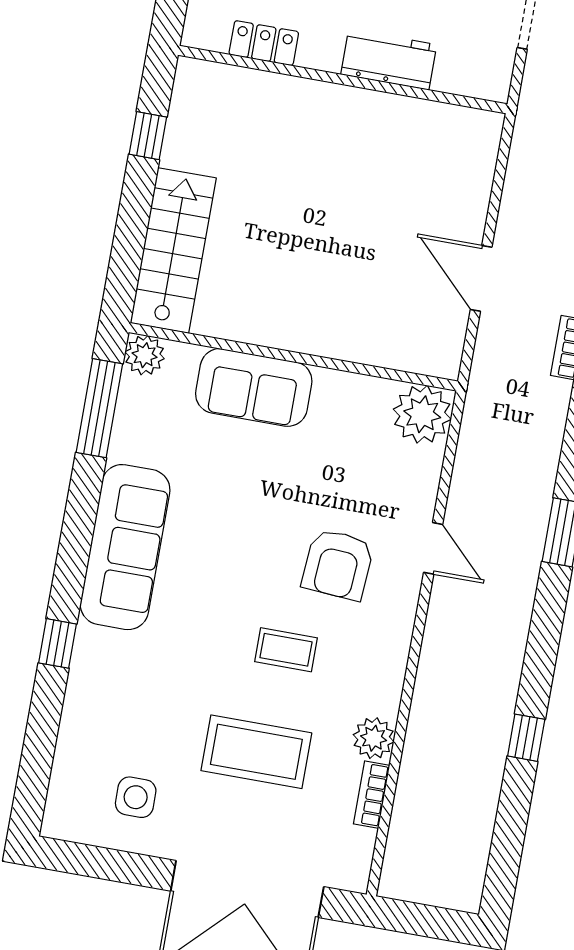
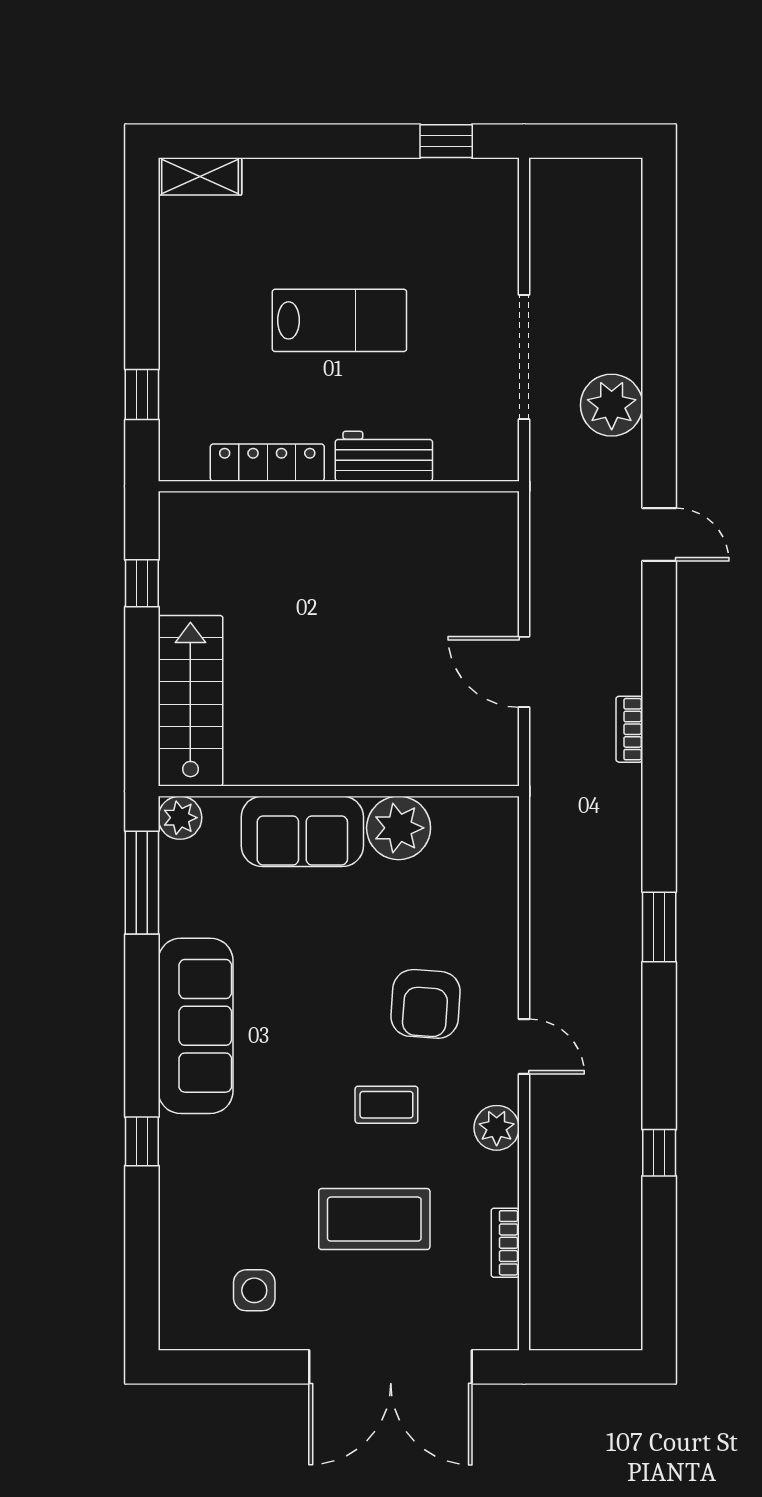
locker: (264, 43) -> (267, 463), width x1.53
plant: (422, 414) -> (399, 828), moved
door: (433, 548) -> (524, 1047), moved
plant: (374, 738) -> (497, 1128), moved

